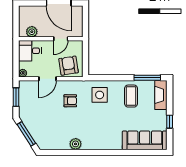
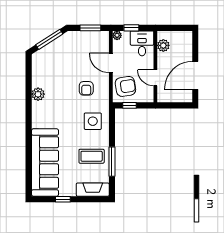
window: (16, 60) -> (131, 28), added
window: (85, 62) -> (130, 105), added
window: (147, 78) -> (112, 162), moved
sofa: (145, 140) -> (45, 162), width x1.36, depth x1.27

